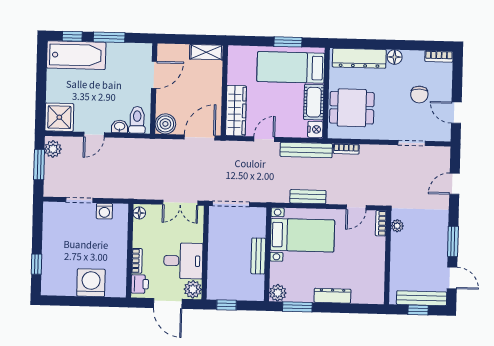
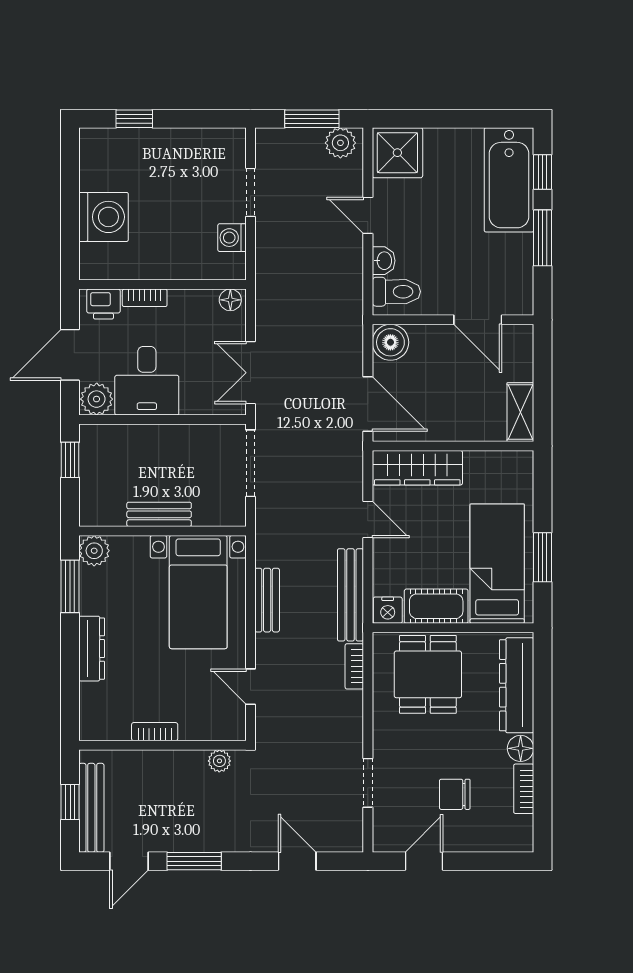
bookcase: (439, 56) -> (524, 789), moved
bookcase: (381, 223) -> (155, 732), moved

